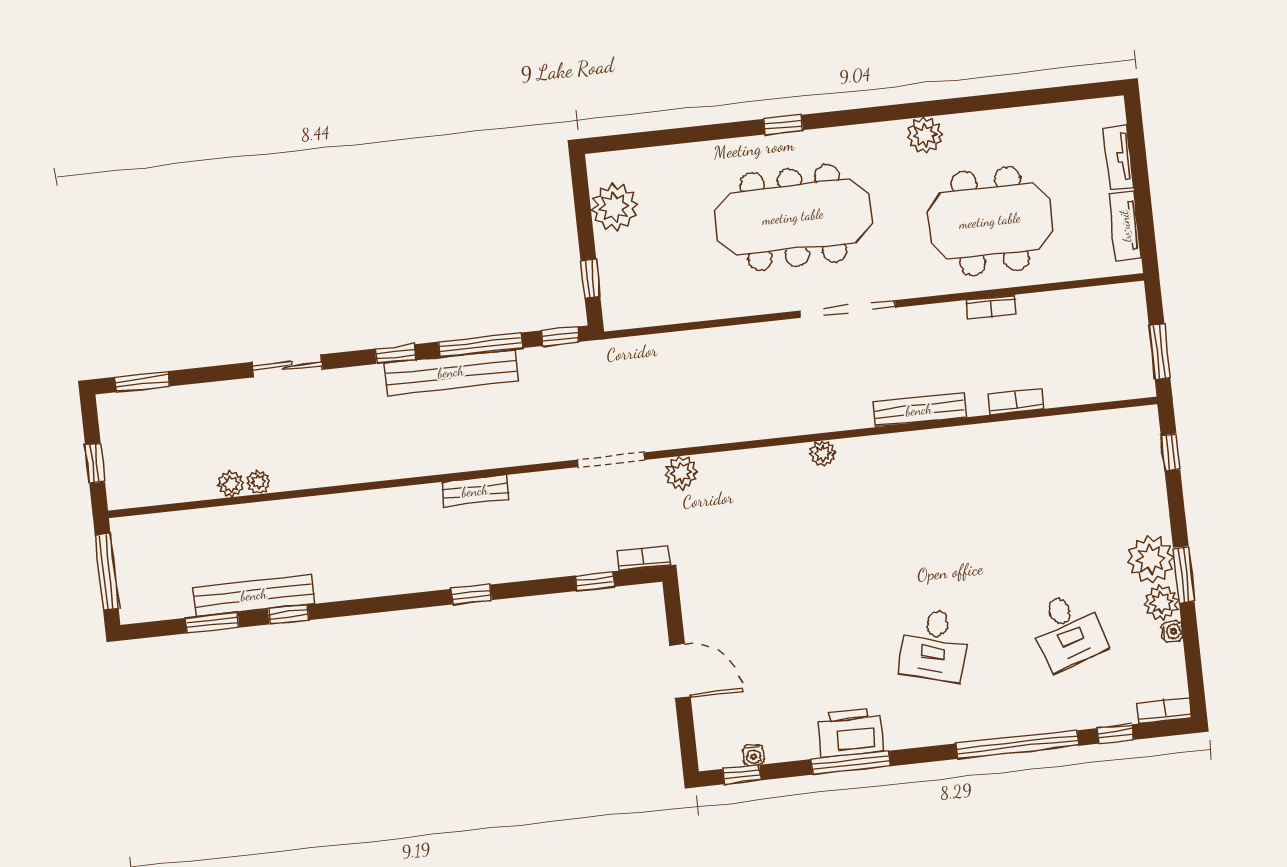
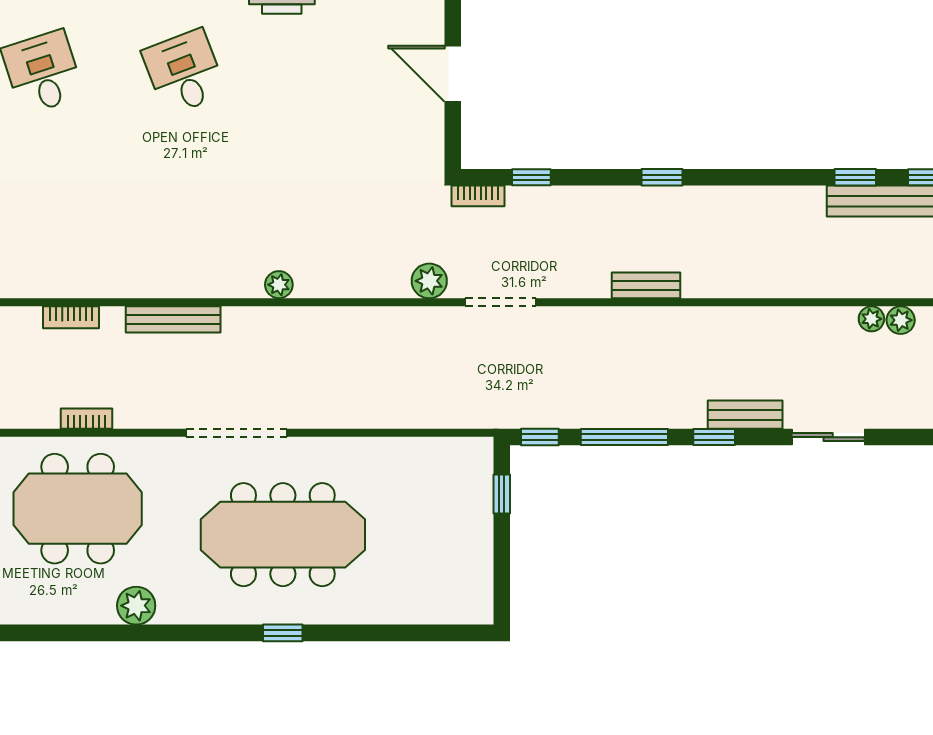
plant: (614, 207) -> (469, 566), removed
bench: (451, 372) -> (745, 415), moved, width x0.54, depth x0.82
desk: (934, 645) -> (184, 72), turned -36

